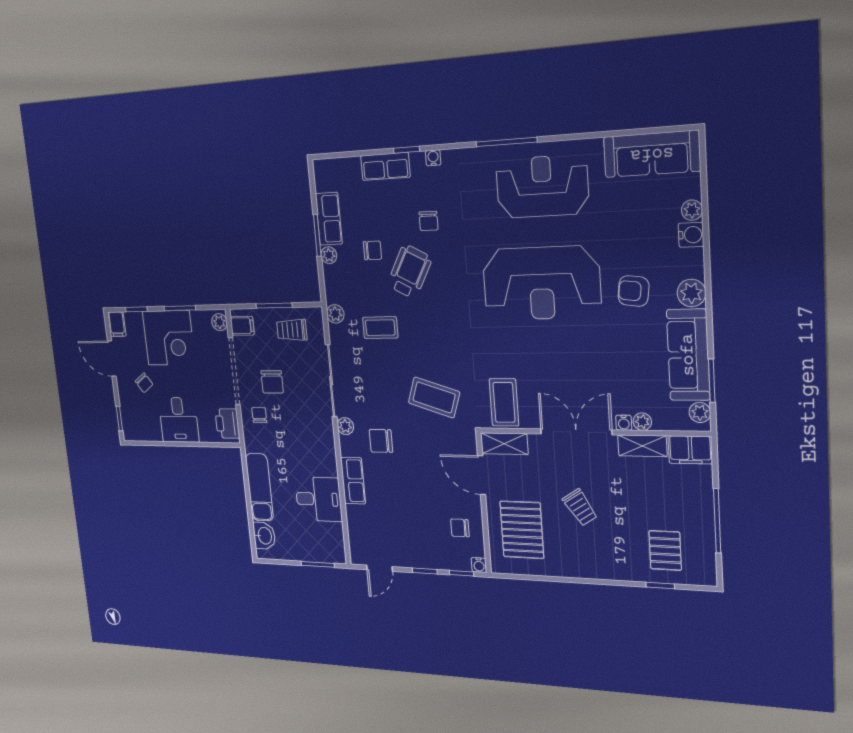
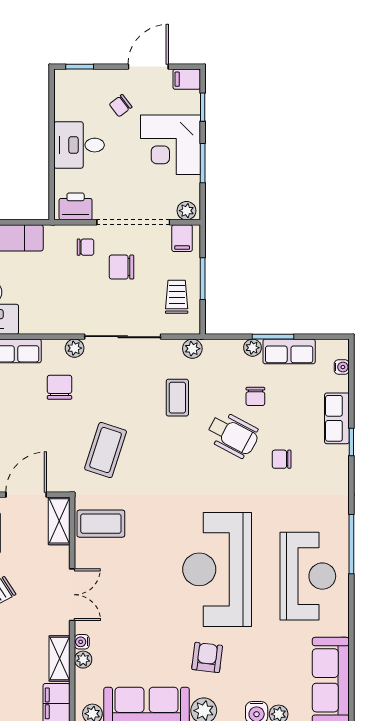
water cooler: (433, 158) -> (342, 367), moved
double door: (576, 432) -> (72, 595), width x0.73

